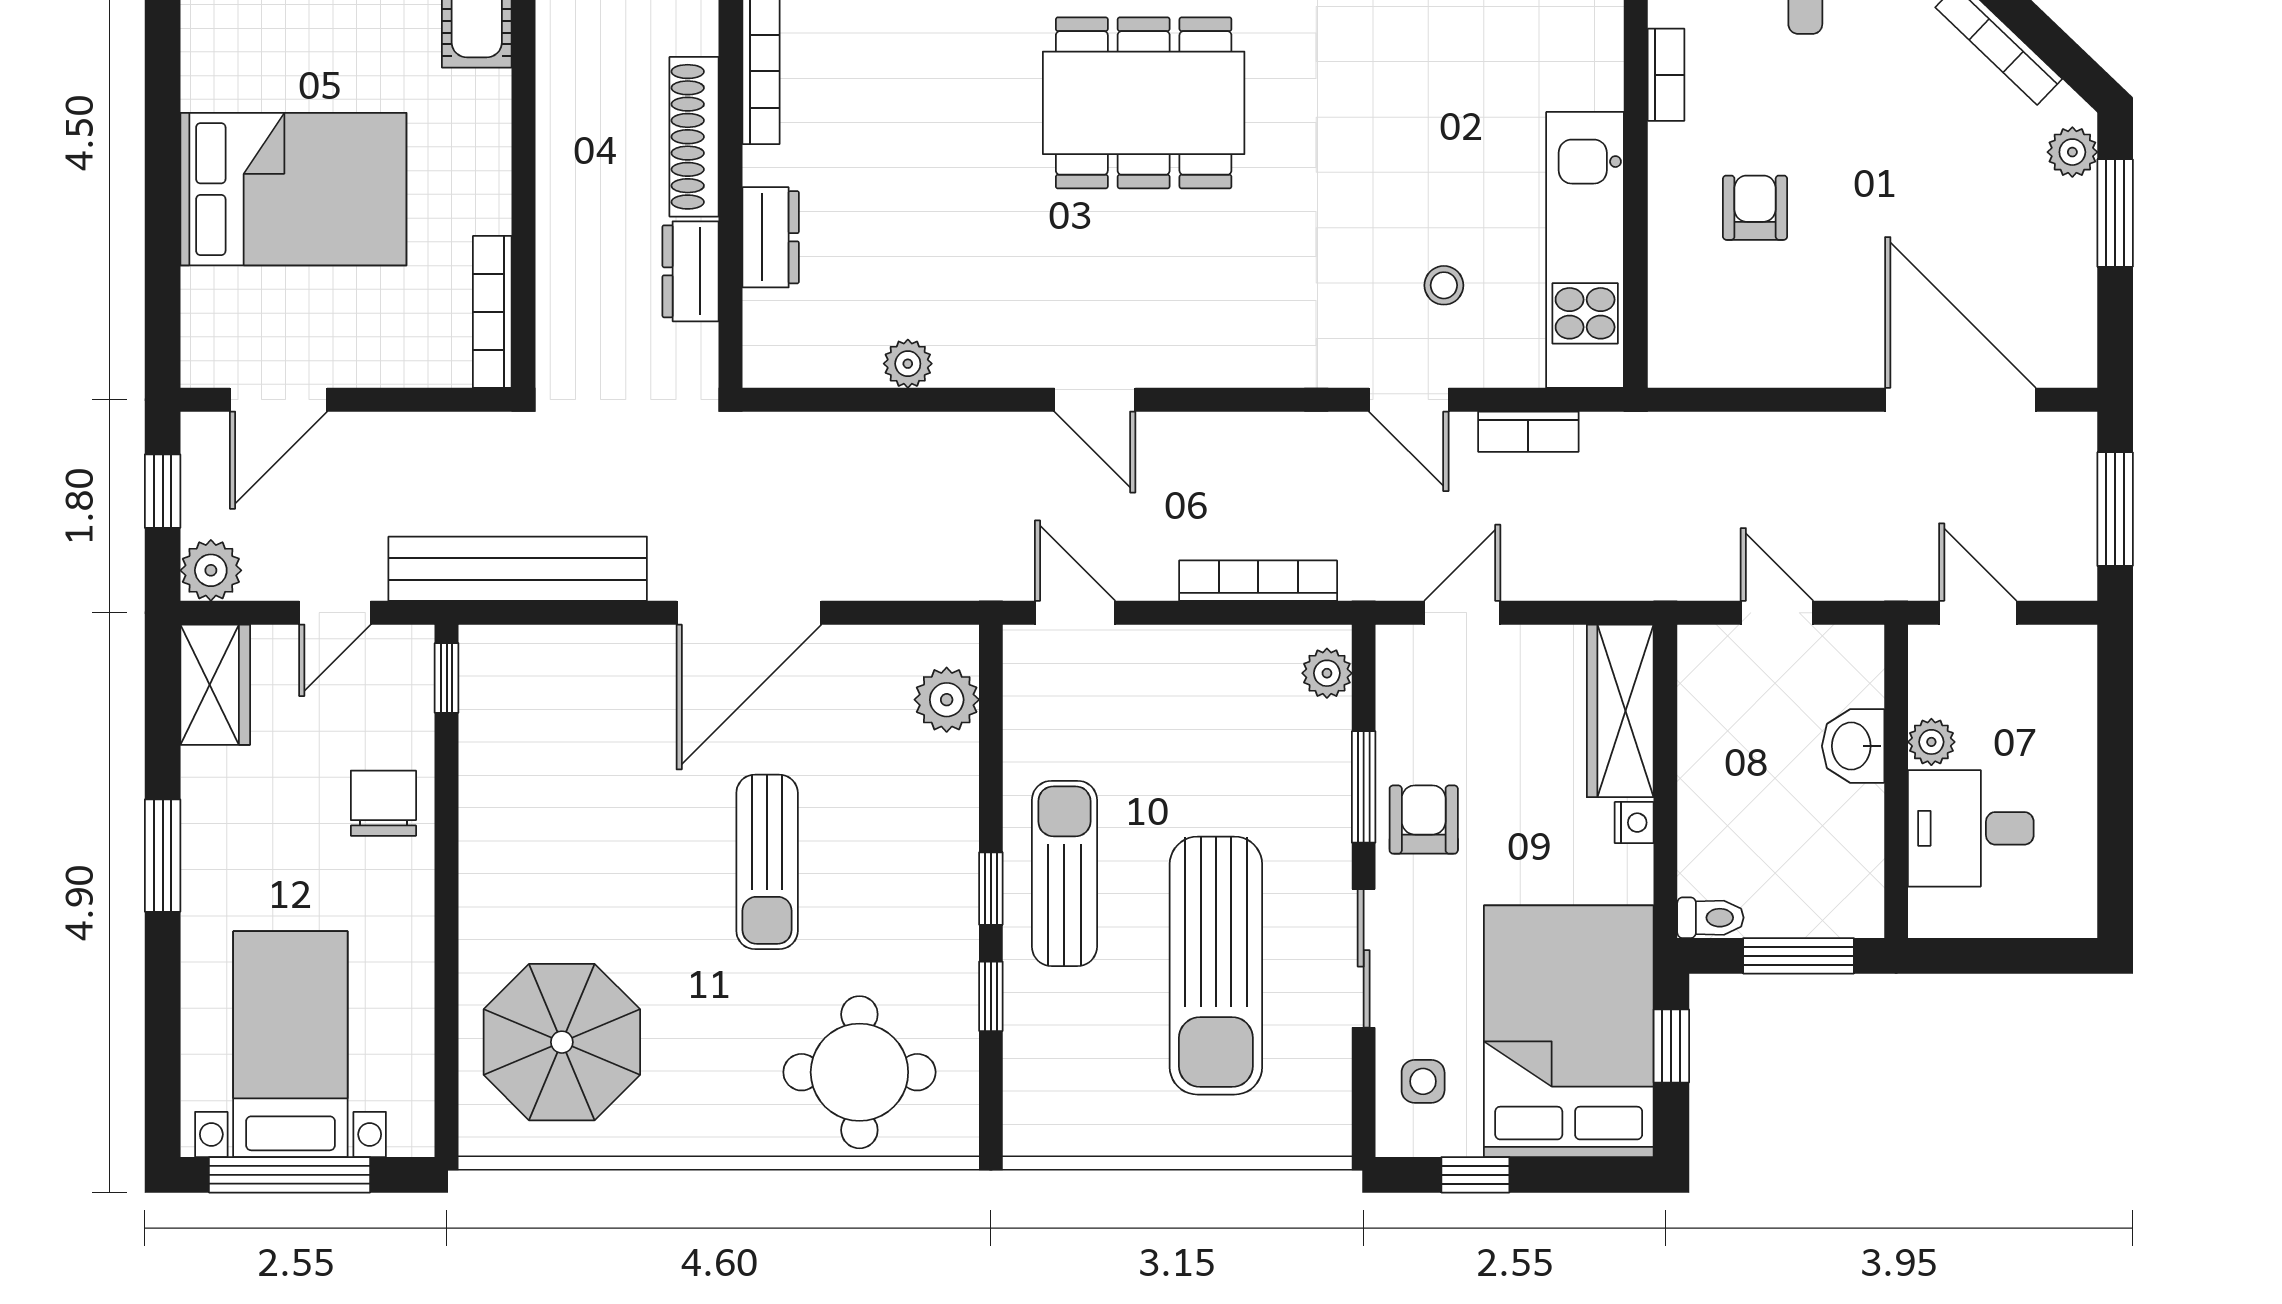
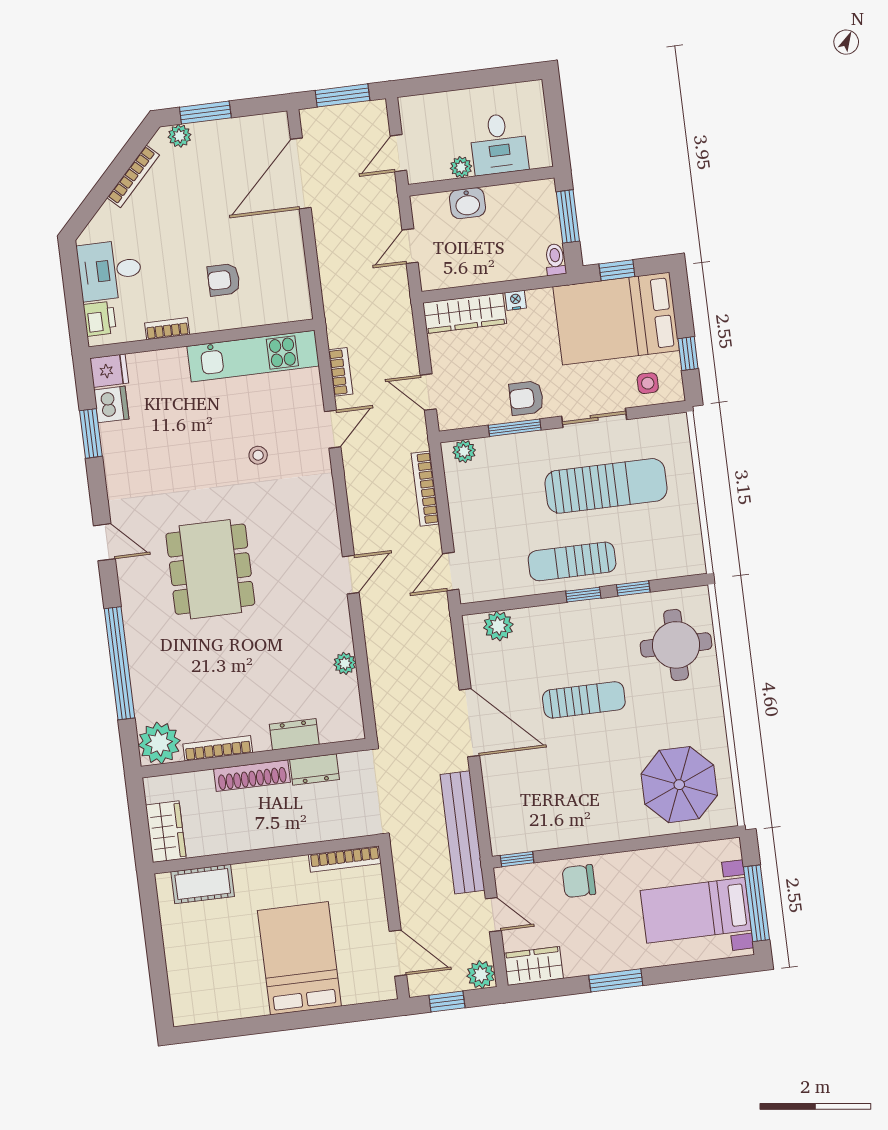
stool: (1444, 285) -> (258, 455), moved

